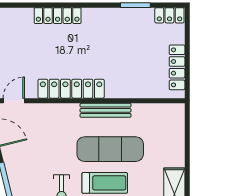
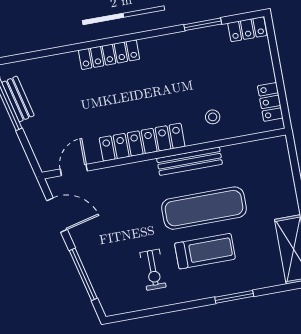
locker: (177, 67) -> (270, 102), width x0.66
stool: (130, 79) -> (213, 117), added

